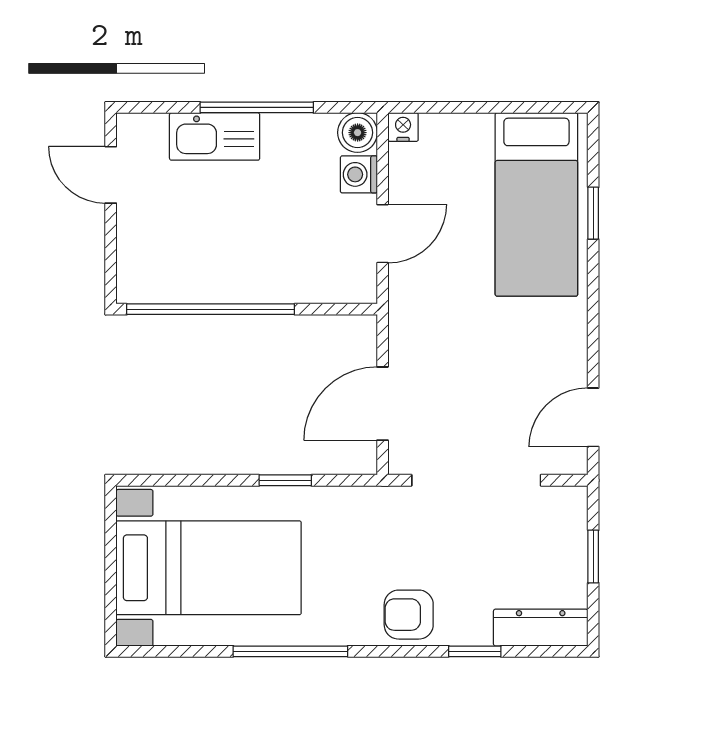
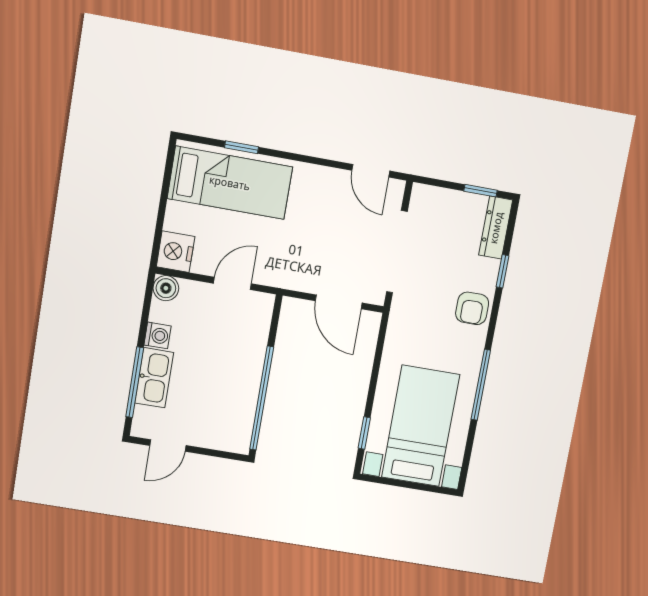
window: (257, 107) -> (135, 382), moved
nightstand: (403, 127) -> (176, 252), width x1.89, depth x1.79
washing machine: (359, 174) -> (157, 335), moved, turned -90
door: (383, 234) -> (232, 283), hinge flipped
window: (285, 480) -> (364, 433), moved
window: (593, 556) -> (480, 191), moved

